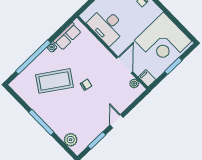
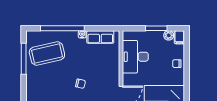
coffee table: (54, 81) -> (47, 54), moved, turned -47
window: (41, 122) -> (24, 59), moved

